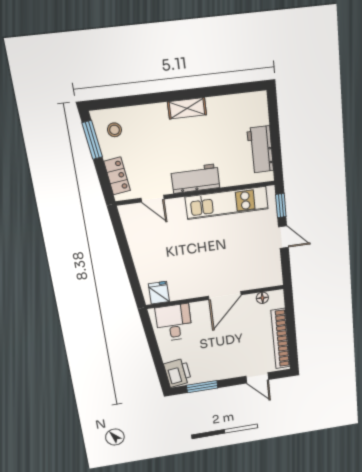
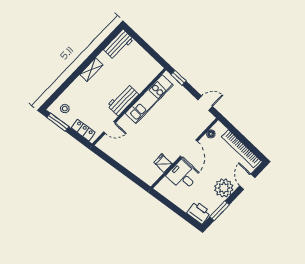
workbench: (260, 150) -> (119, 44), moved, turned -90
door: (283, 237) -> (205, 103), moved
fridge: (159, 293) -> (163, 163), moved
desk: (174, 323) -> (182, 176), moved
plant: (227, 366) -> (224, 188), added
door: (257, 378) -> (247, 182), swing flipped

